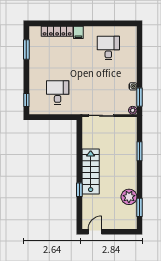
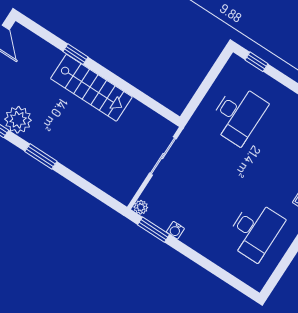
desk: (108, 48) -> (255, 231), width x1.37
desk: (58, 92) -> (238, 114), width x1.37
window: (140, 151) -> (41, 156), moved

